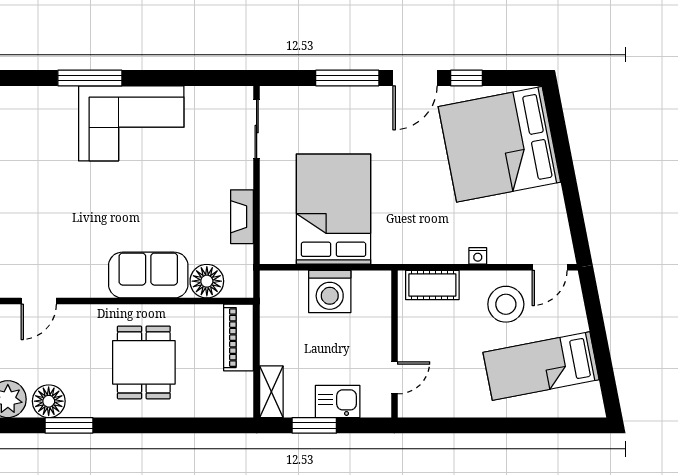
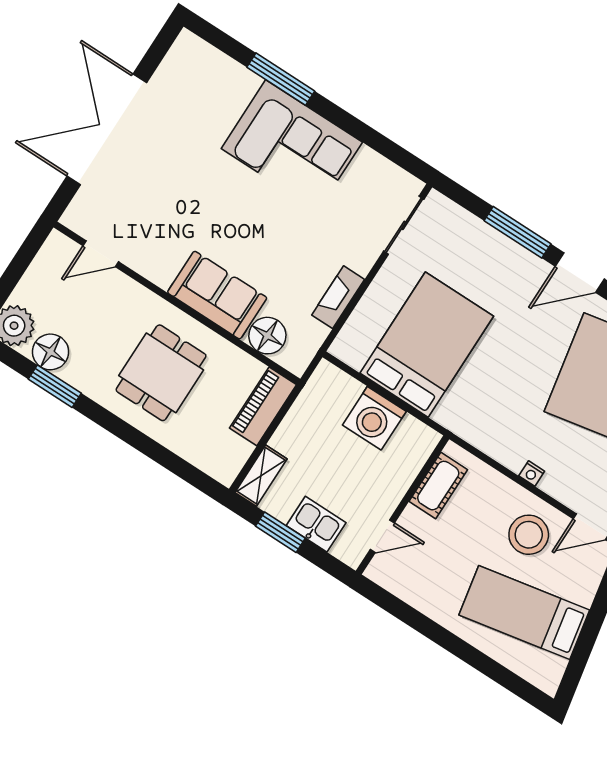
cot: (432, 285) -> (438, 486), moved, turned 90

